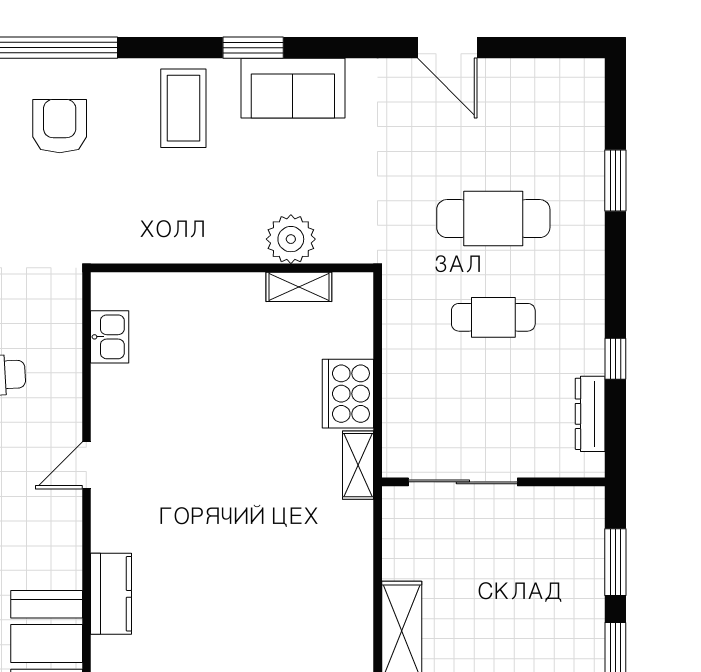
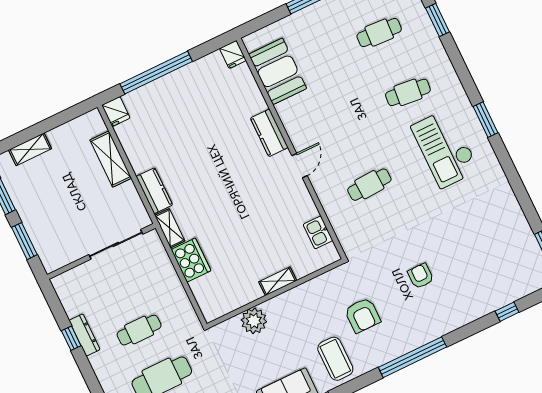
armchair: (60, 126) -> (363, 315), moved
shelving: (299, 287) -> (278, 281), moved
dresser: (590, 414) -> (84, 335), moved
kitchen counter: (354, 541) -> (154, 191), added
kitchen counter: (111, 594) -> (269, 133), moved

